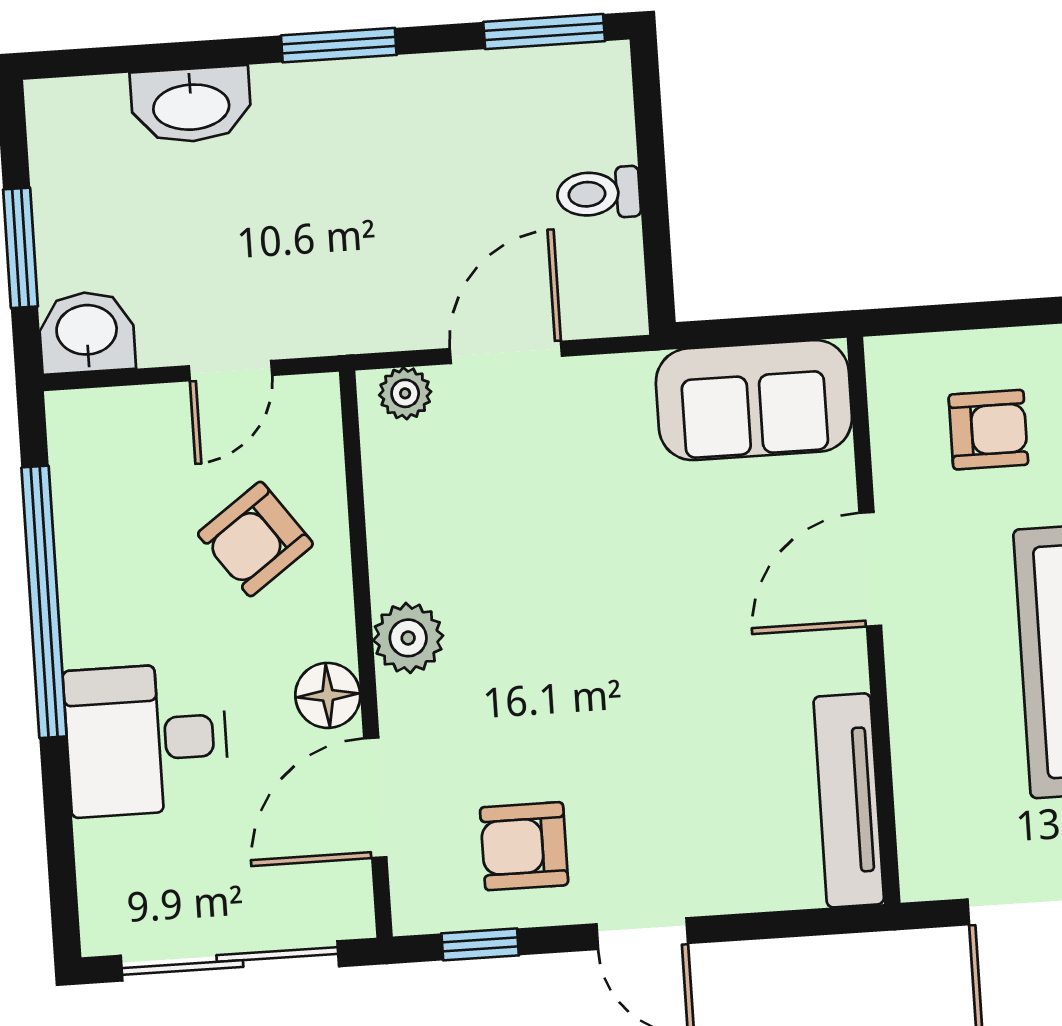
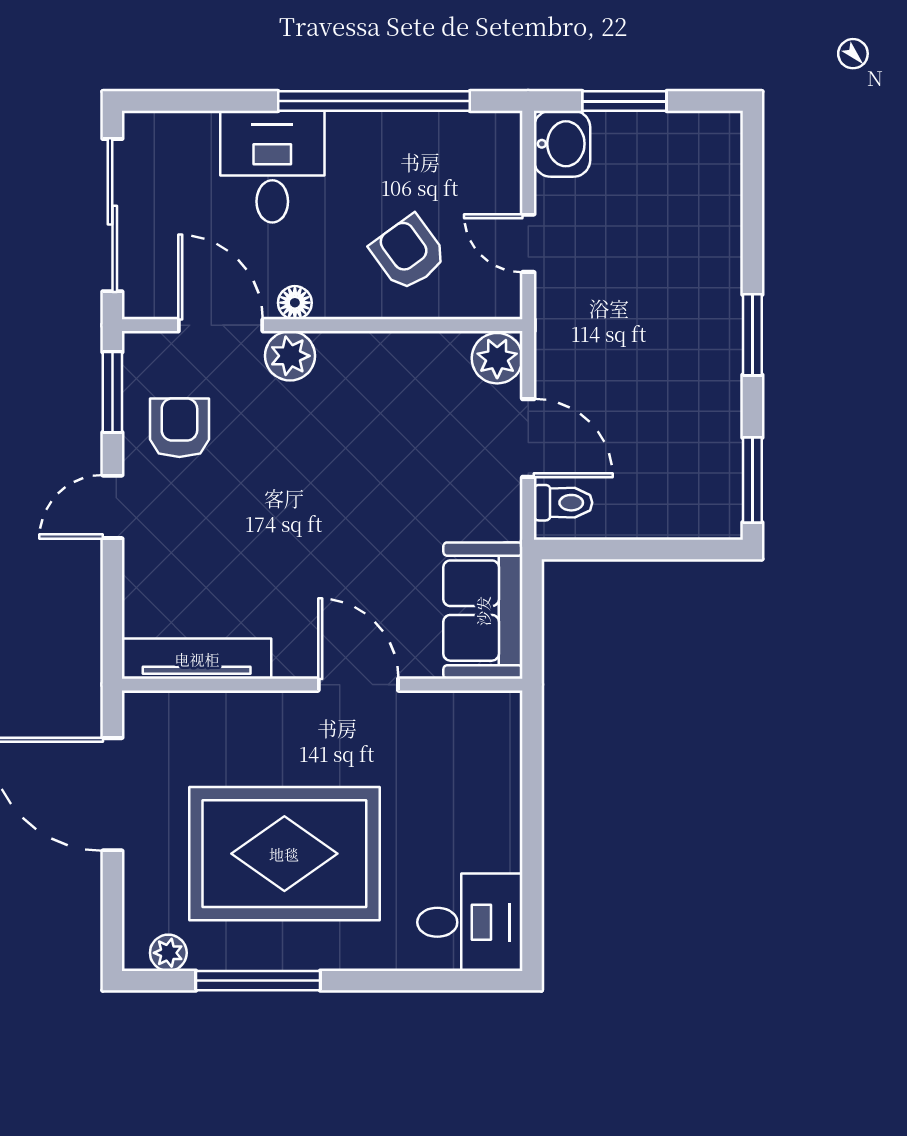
washbasin: (191, 105) -> (717, 228), removed
toilet: (599, 193) -> (563, 503), moved, turned 90
plant: (405, 393) -> (497, 358), width x1.38, depth x1.38
armchair: (988, 430) -> (451, 774), removed
plant: (408, 638) -> (290, 356), moved
floor lamp: (328, 695) -> (295, 303), width x0.73, depth x0.73
window: (480, 944) -> (112, 392), width x1.50

